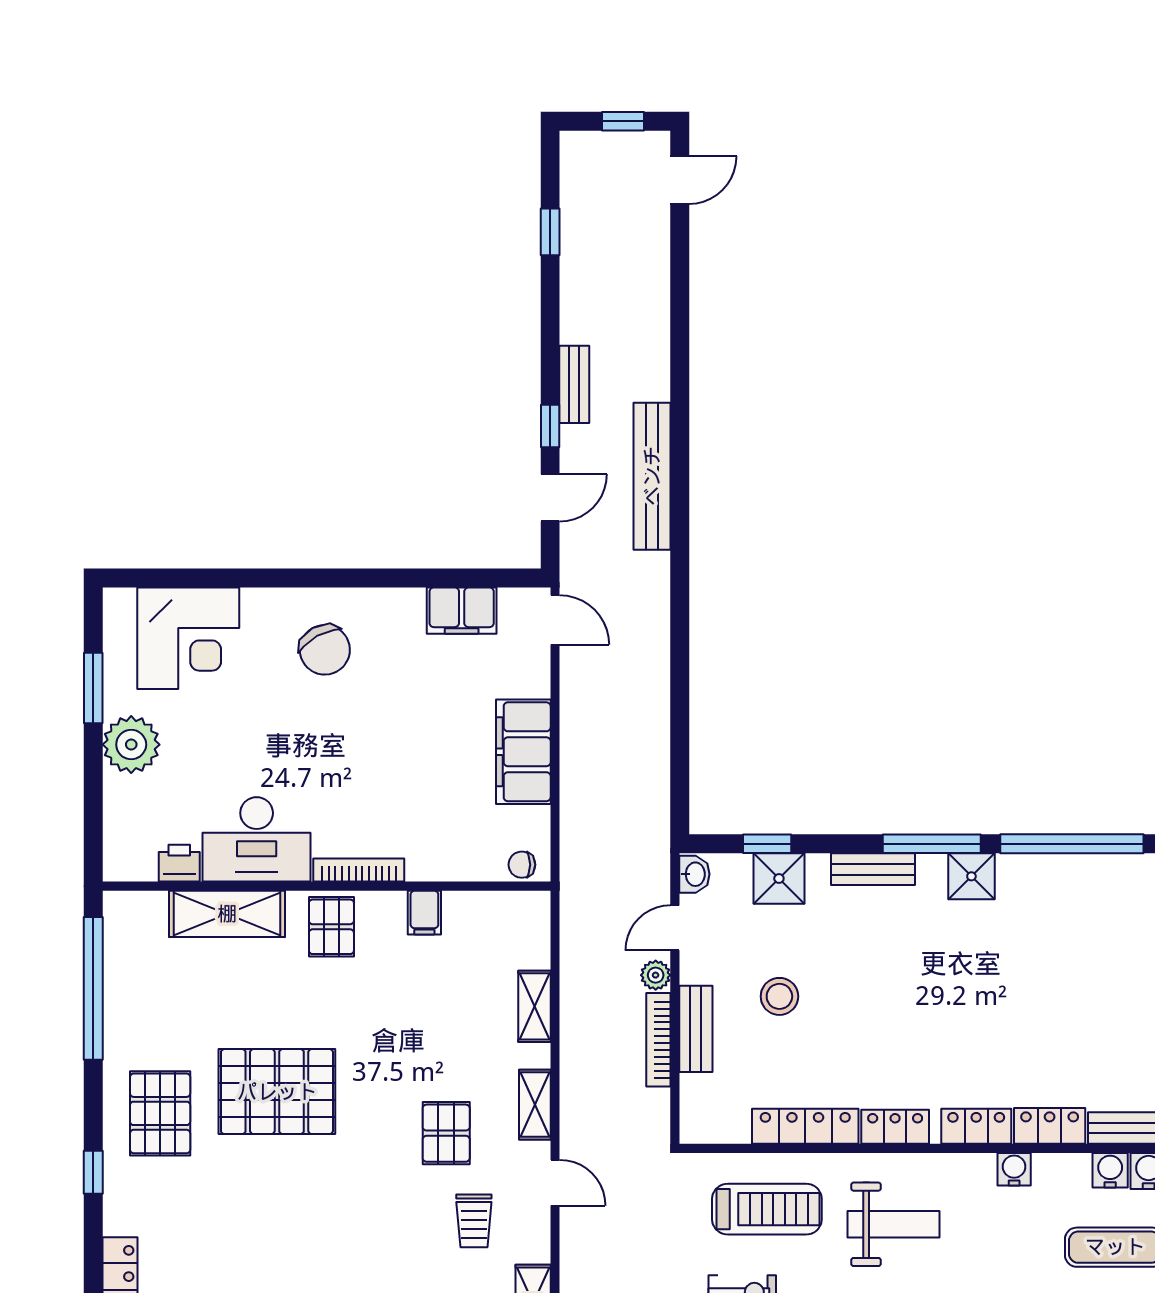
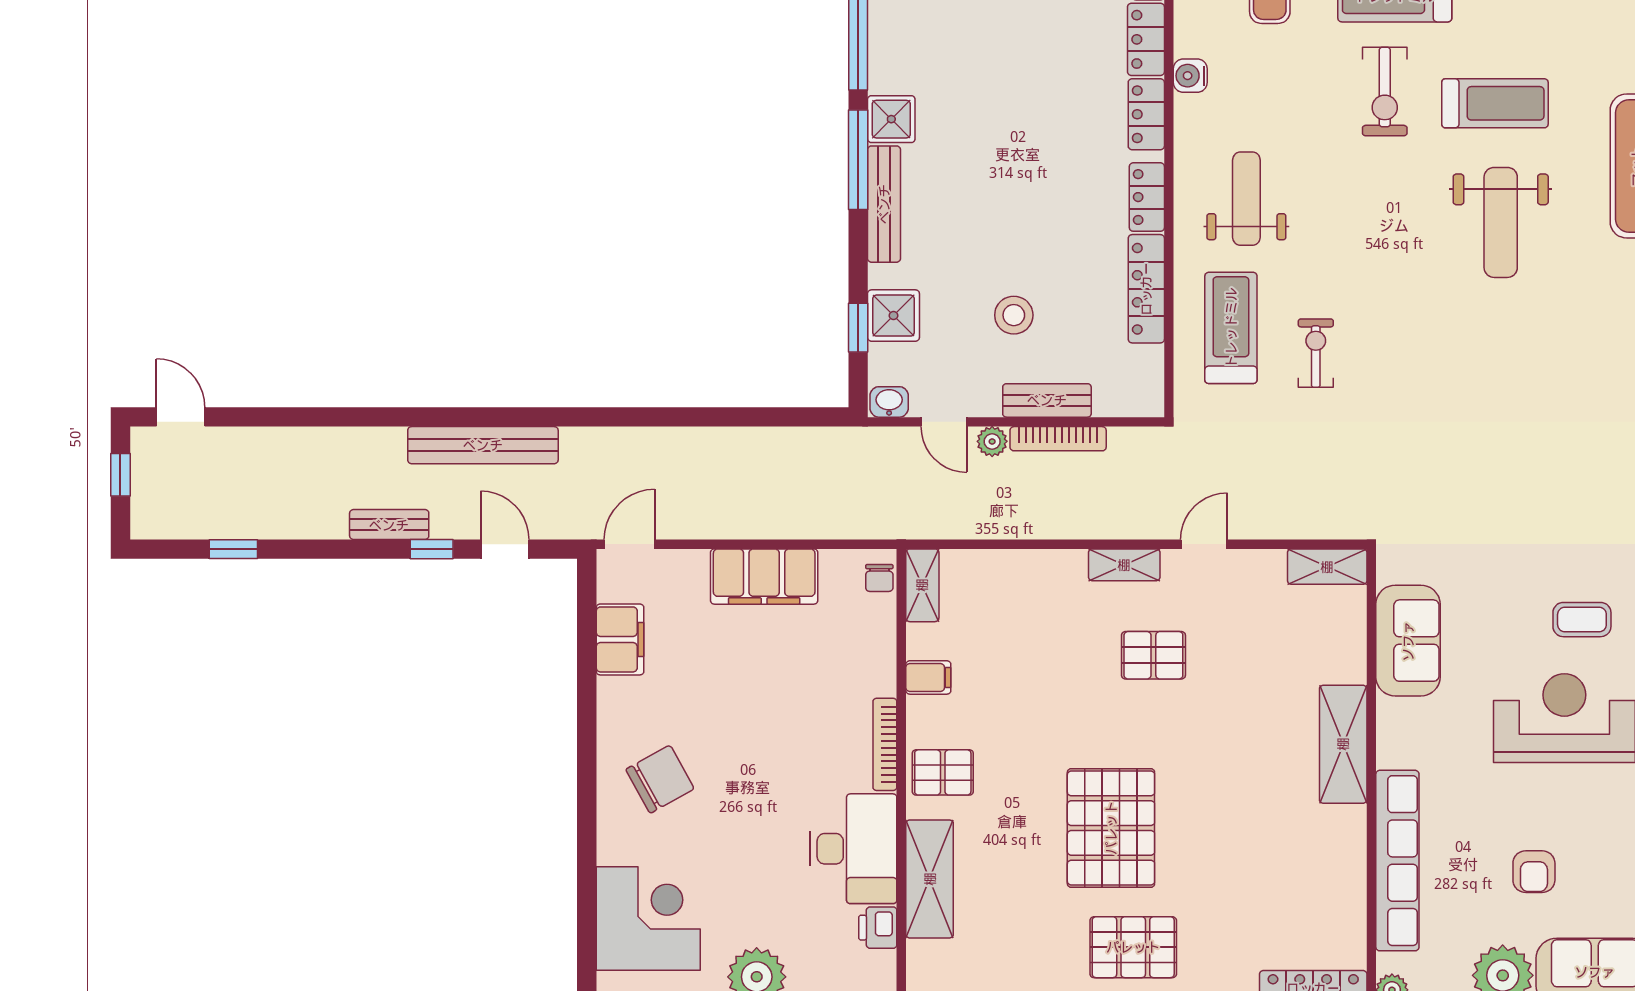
bench: (873, 869) -> (884, 204), width x1.36
shelving: (534, 1006) -> (922, 585), moved, turned 90
trolley: (474, 1221) -> (1243, 627), removed

